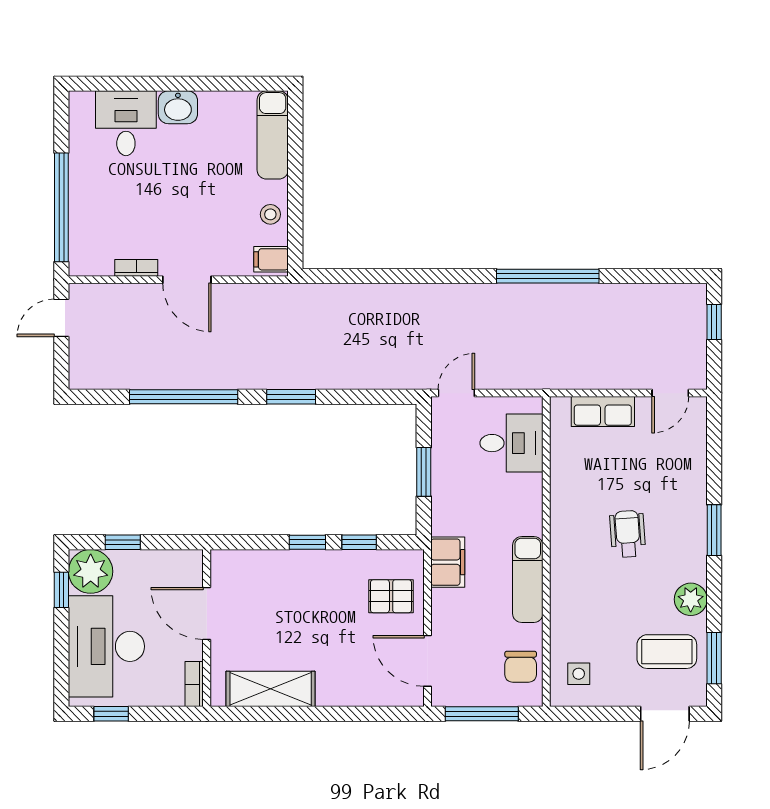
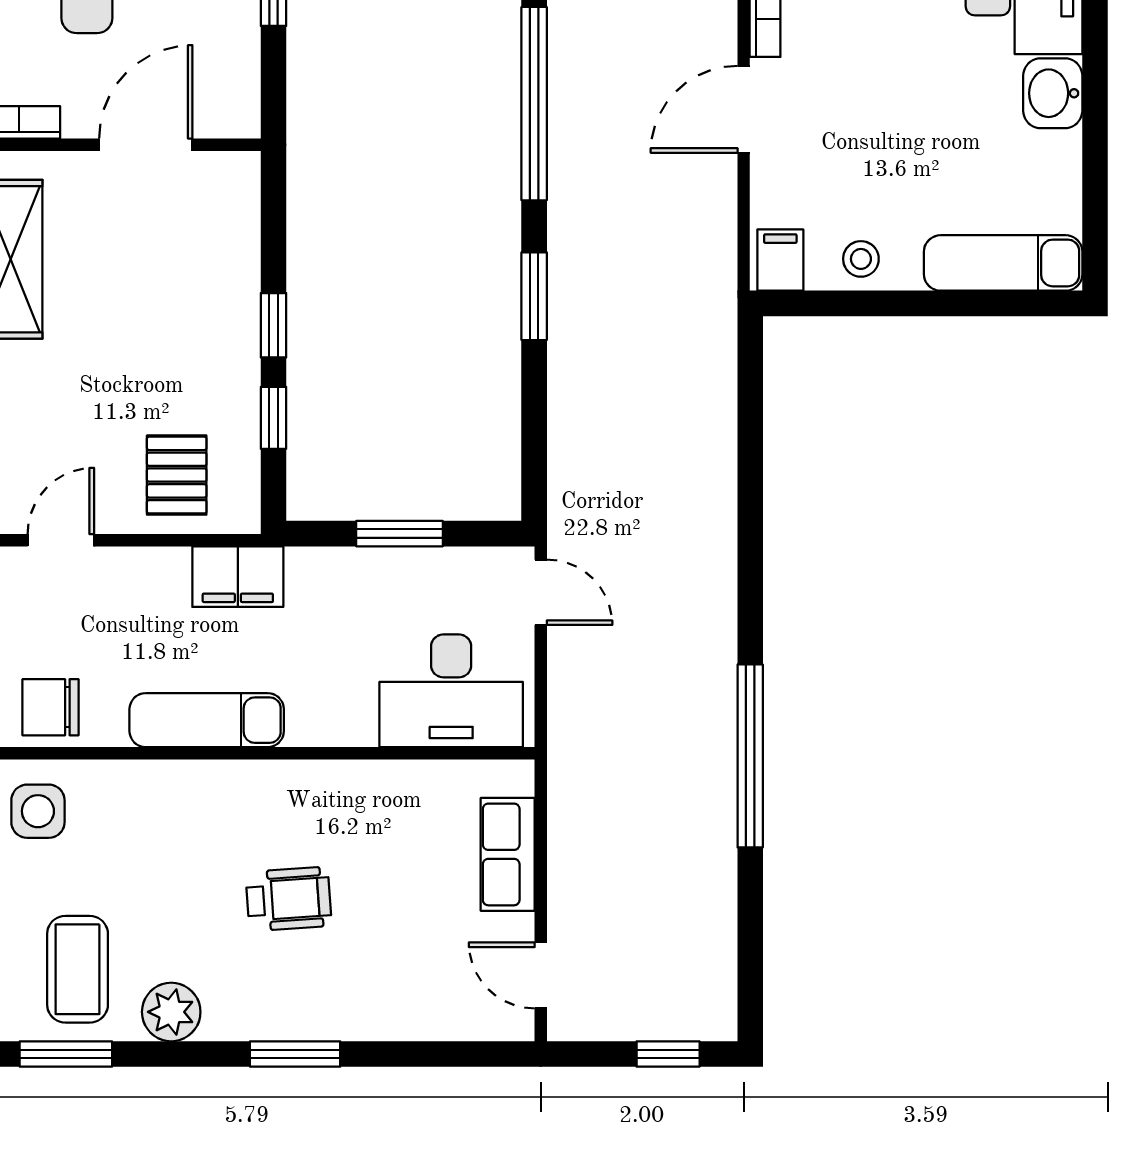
desk: (511, 443) -> (451, 691), width x1.37
door: (427, 661) -> (61, 540), width x0.73
side table: (579, 674) -> (38, 811), width x1.37, depth x1.37

